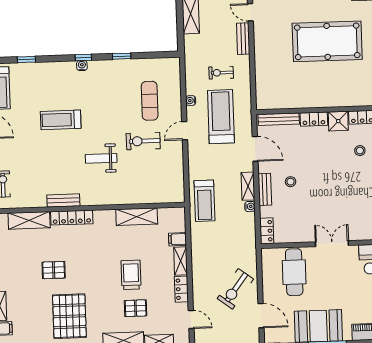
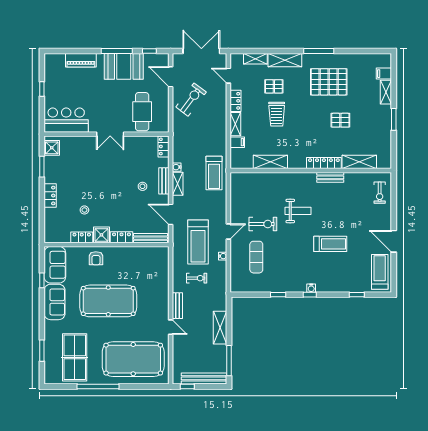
armchair: (344, 93) -> (96, 258), added
treadmill: (204, 201) -> (214, 173), turned 180
pallet: (69, 316) -> (329, 82), turned 90

